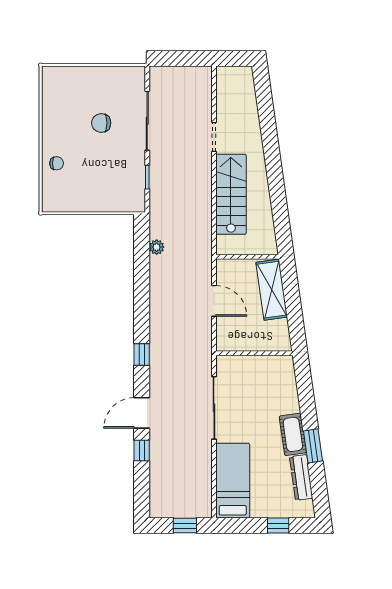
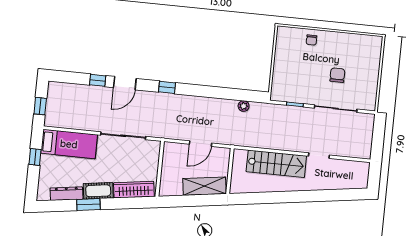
wardrobe: (286, 386) -> (134, 190), added
door: (142, 413) -> (125, 83), swing flipped
window: (278, 526) -> (35, 157), moved

